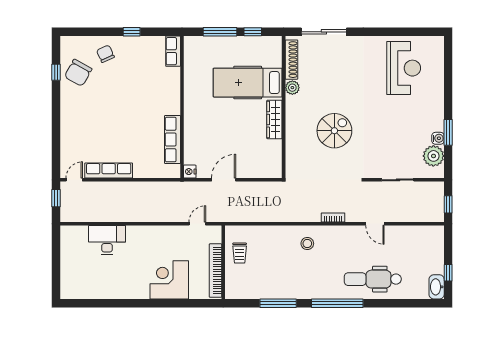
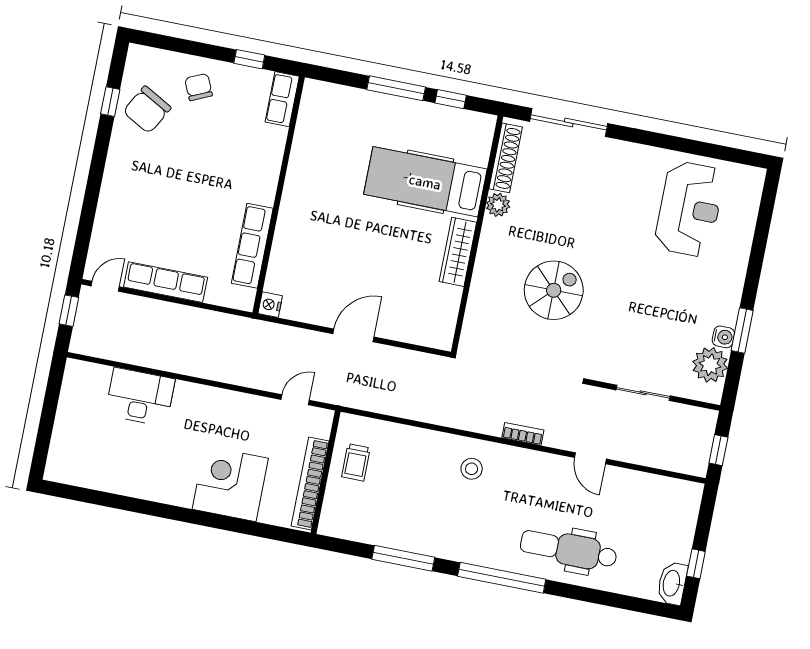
row of seats: (173, 51) -> (282, 99), moved
wall: (182, 107) -> (279, 195), moved
row of seats: (173, 139) -> (252, 246), moved
nightstand: (190, 172) -> (270, 305), moved

